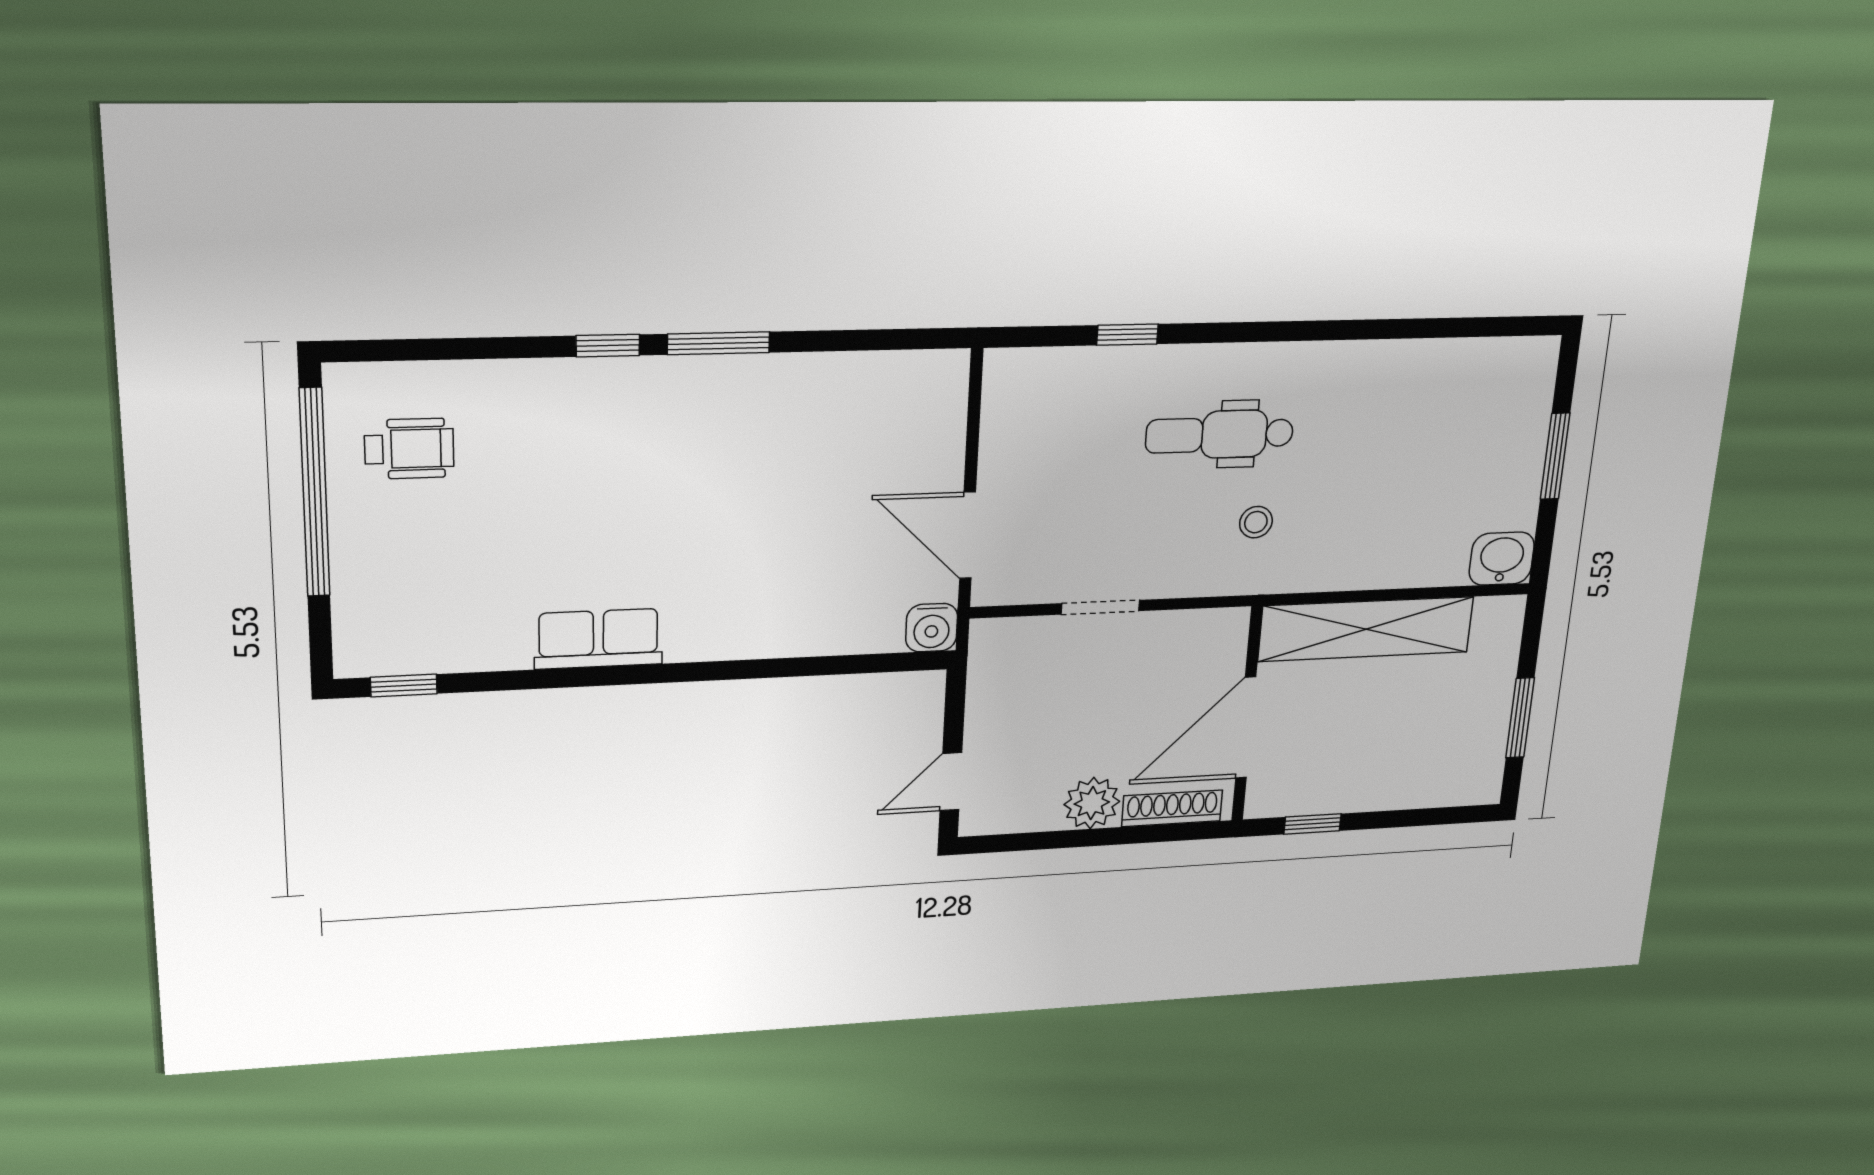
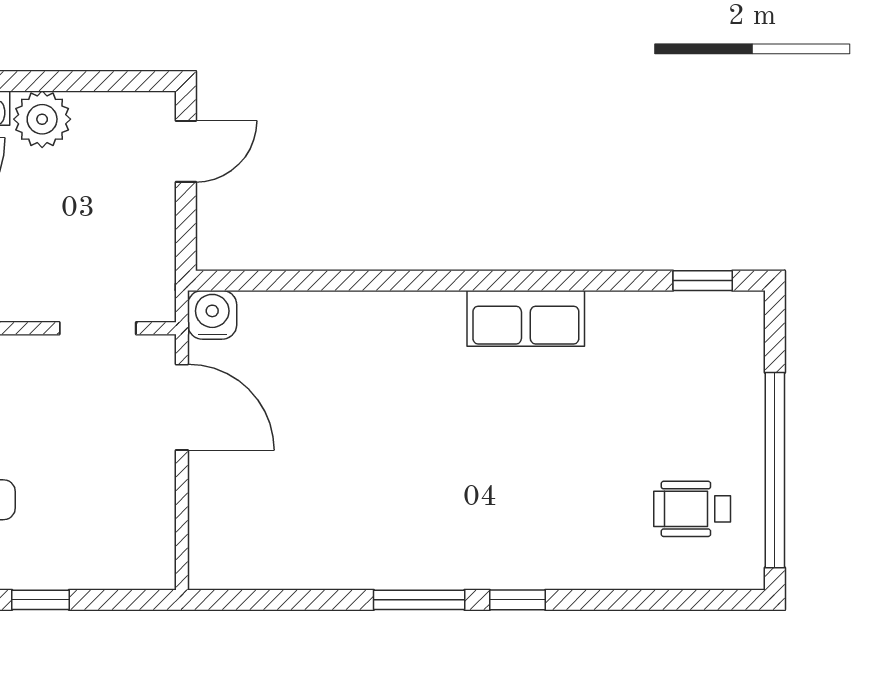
doorway: (1100, 607) -> (98, 328), moved

